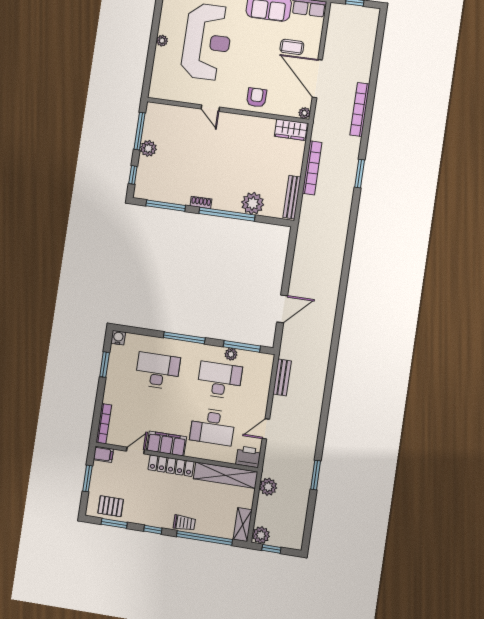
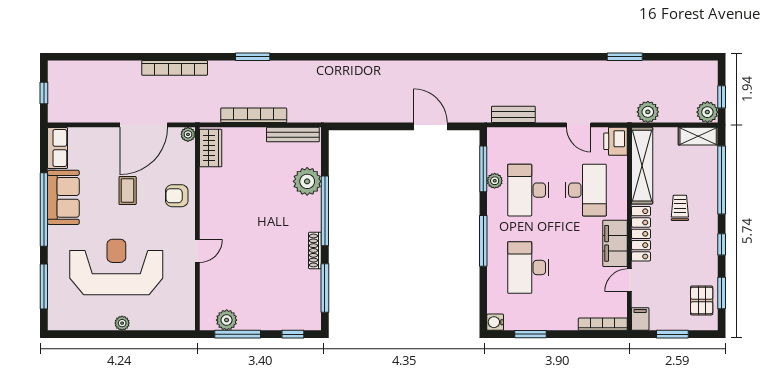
coffee table: (292, 47) -> (128, 191), moved
plant: (148, 148) -> (227, 320), moved
shoe rack: (201, 202) -> (315, 250), width x1.43
door: (135, 451) -> (629, 280), hinge flipped
trolley: (184, 523) -> (680, 208), moved

